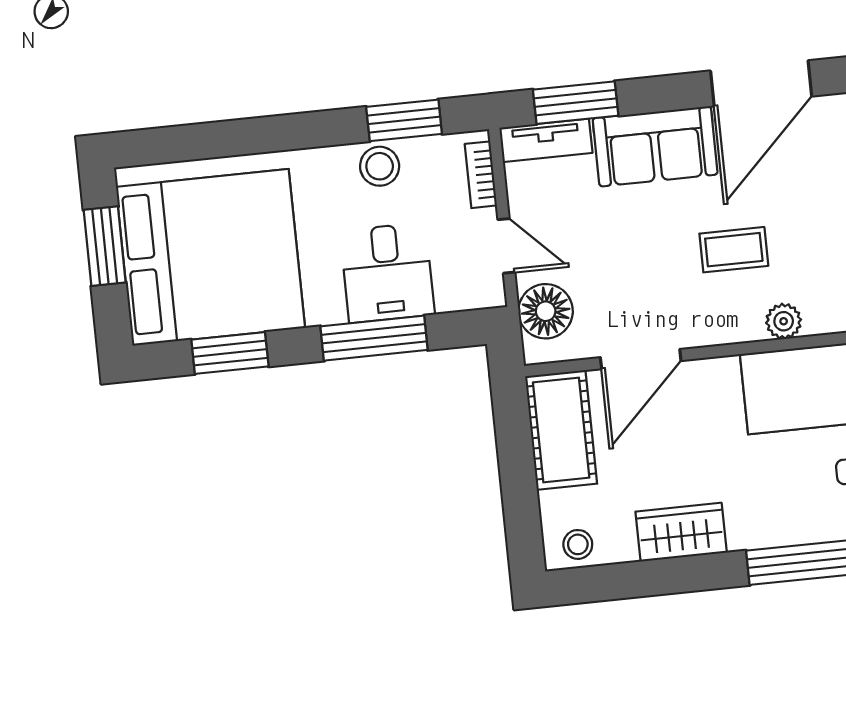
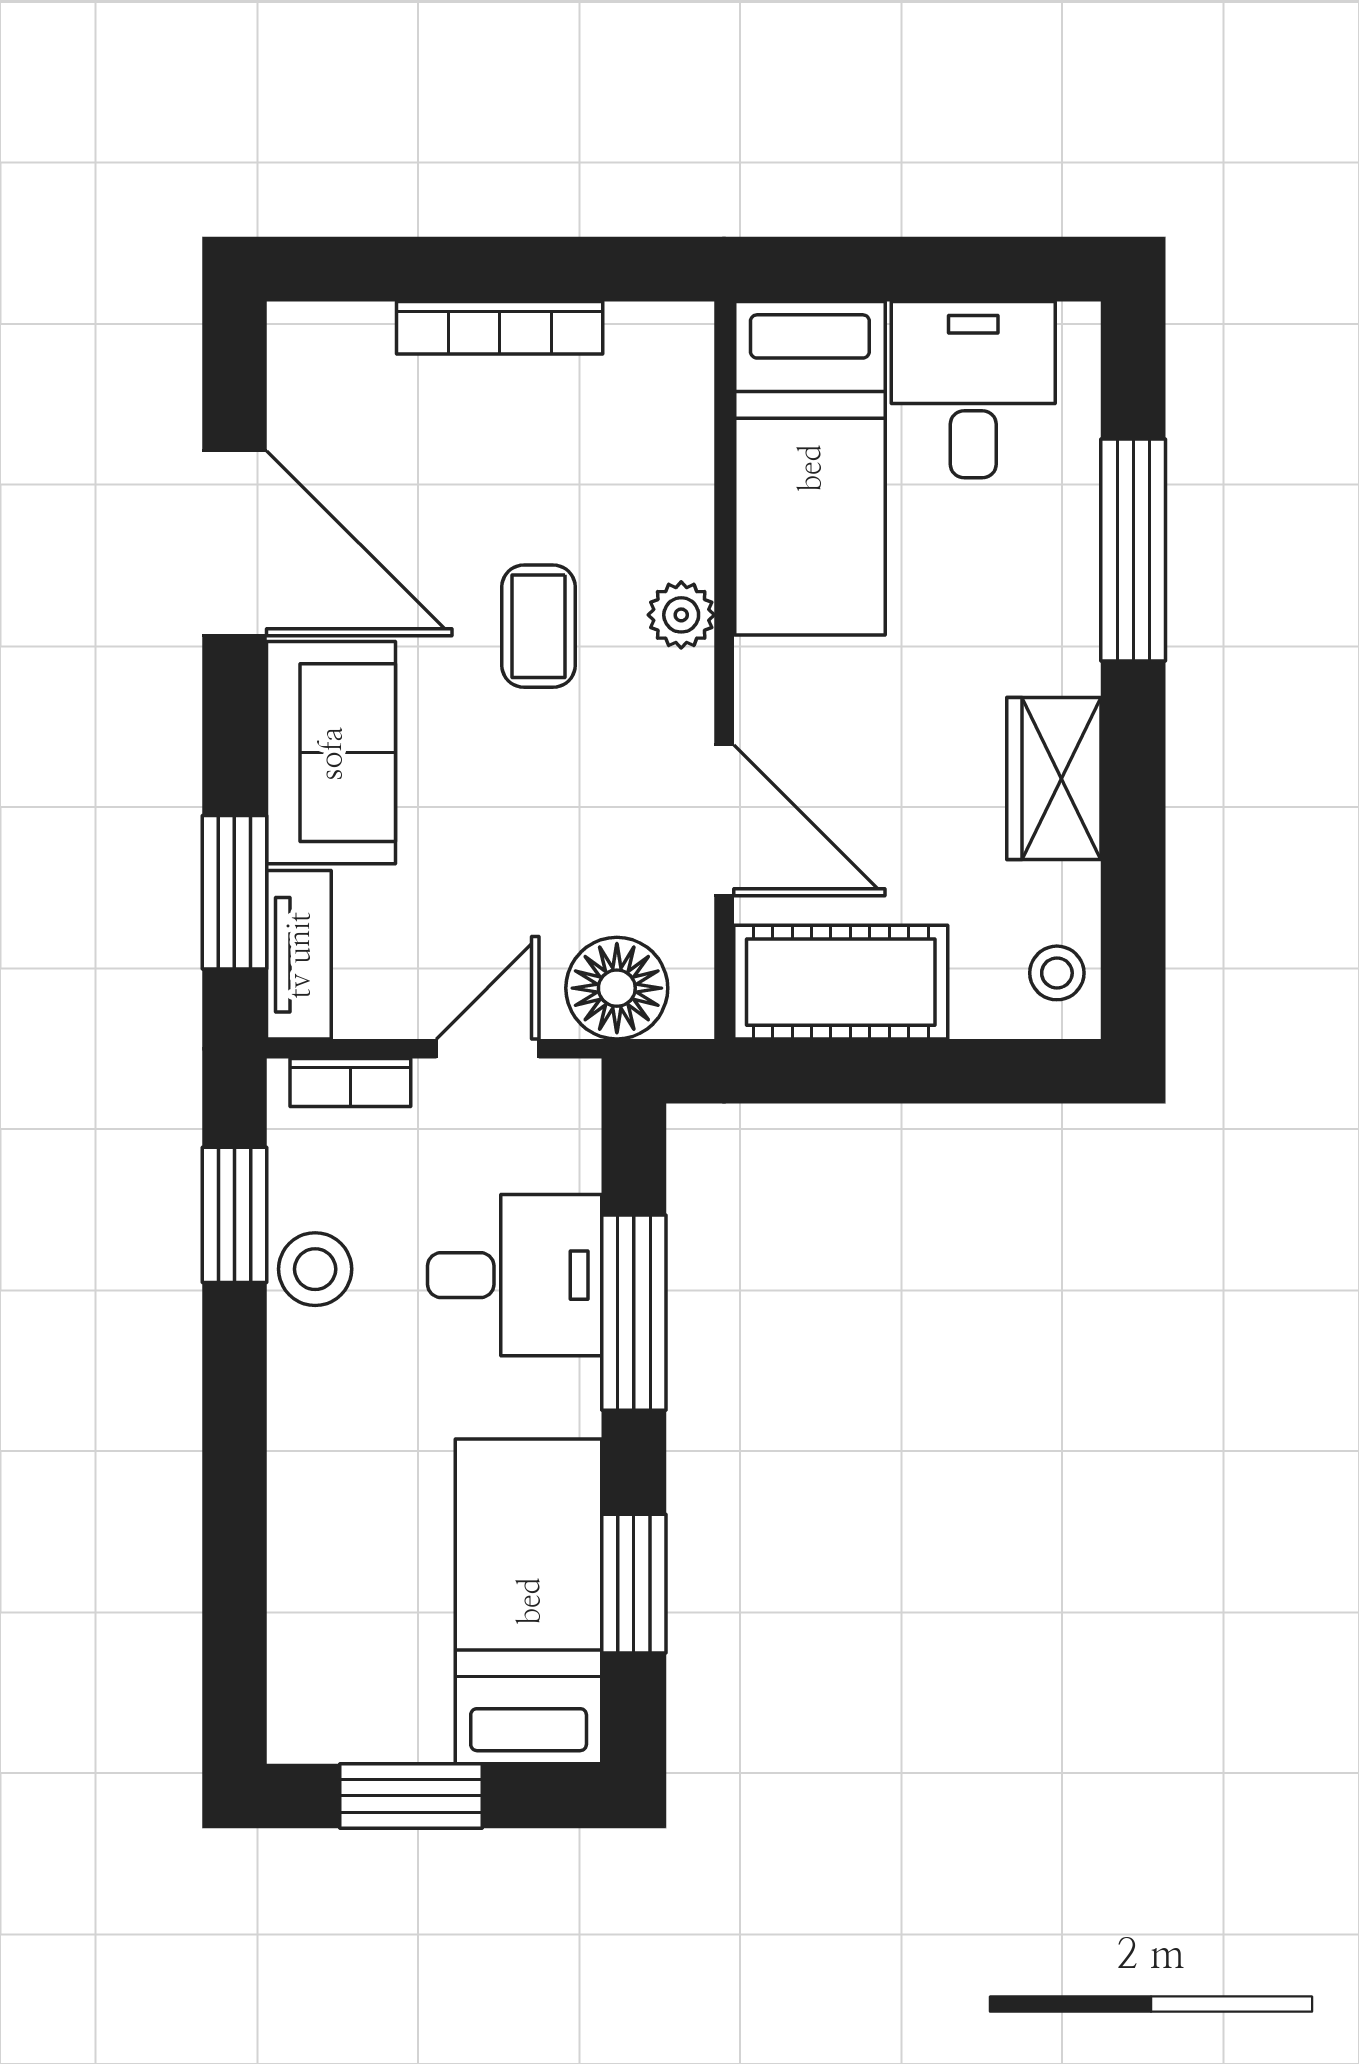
bed: (210, 257) -> (529, 1601), width x0.49
plant: (784, 321) -> (681, 615), moved

